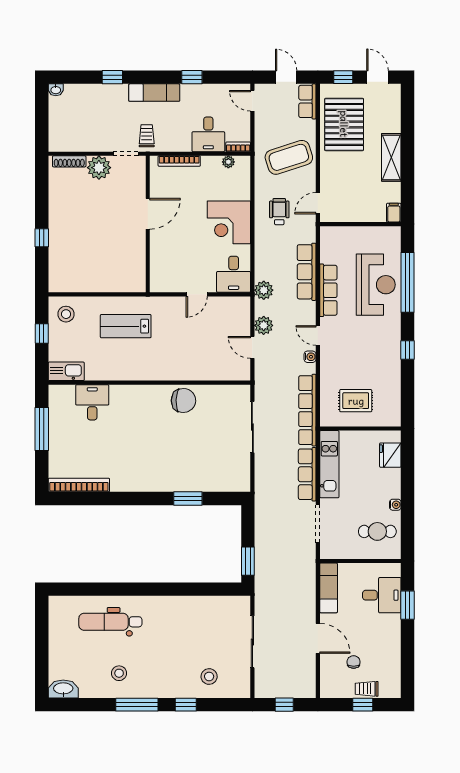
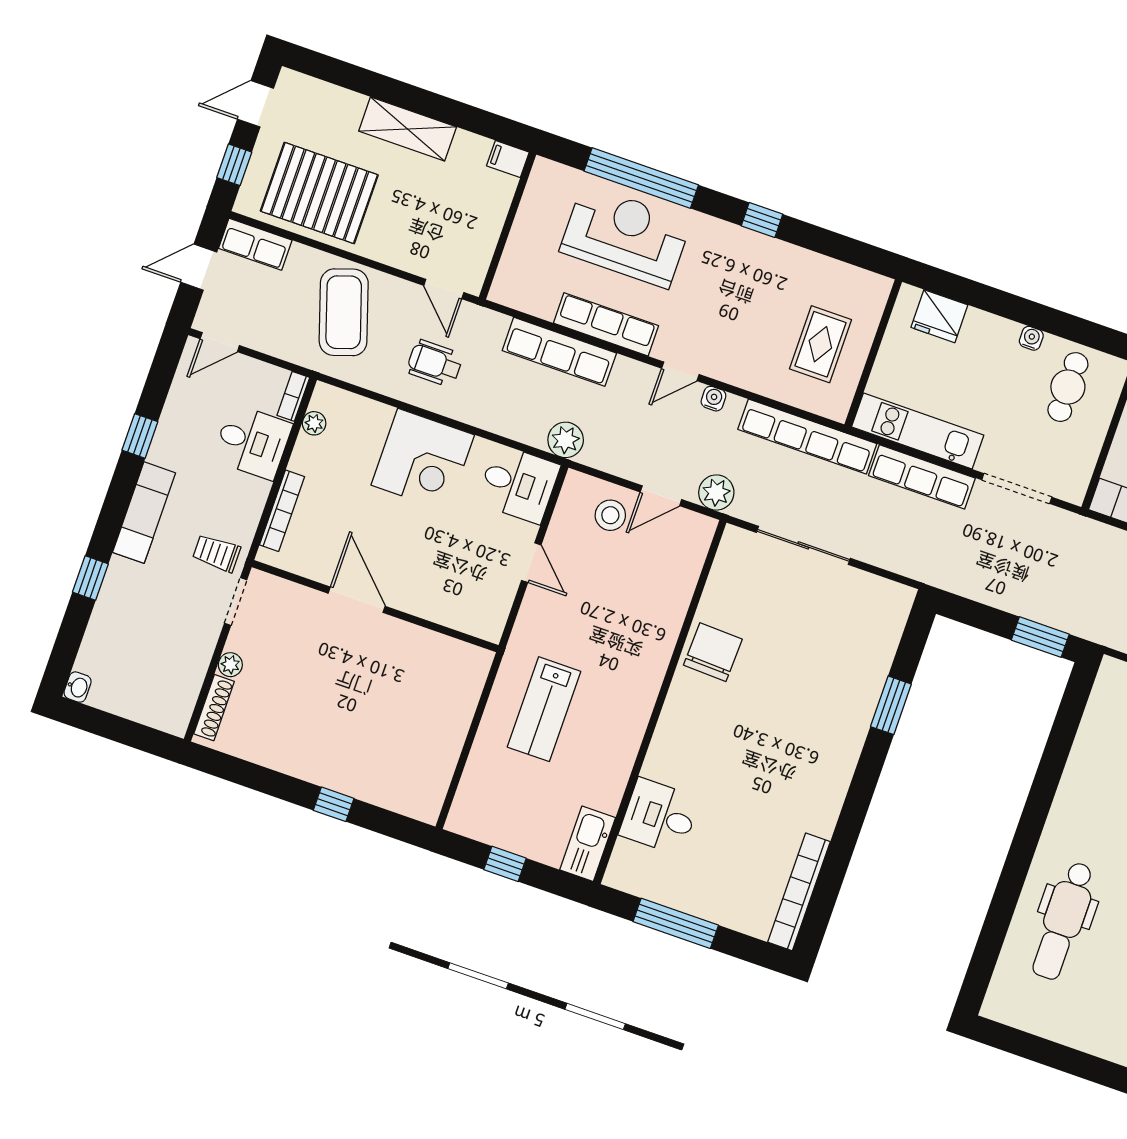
plant: (99, 168) -> (230, 665), width x0.53, depth x0.53
stool: (66, 314) -> (610, 515), moved
plant: (264, 325) -> (716, 493), moved

